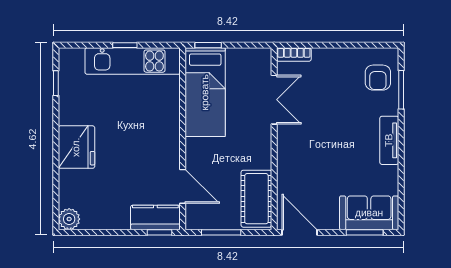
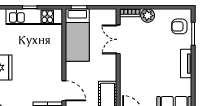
plant: (324, 59) -> (148, 16), added
armchair: (378, 78) -> (179, 26), turned 90
double door: (274, 100) -> (118, 39), swing flipped

